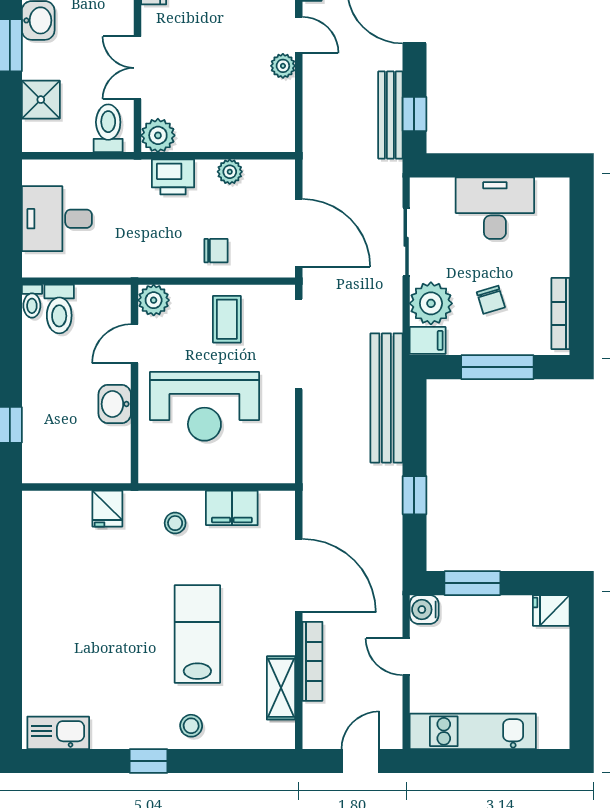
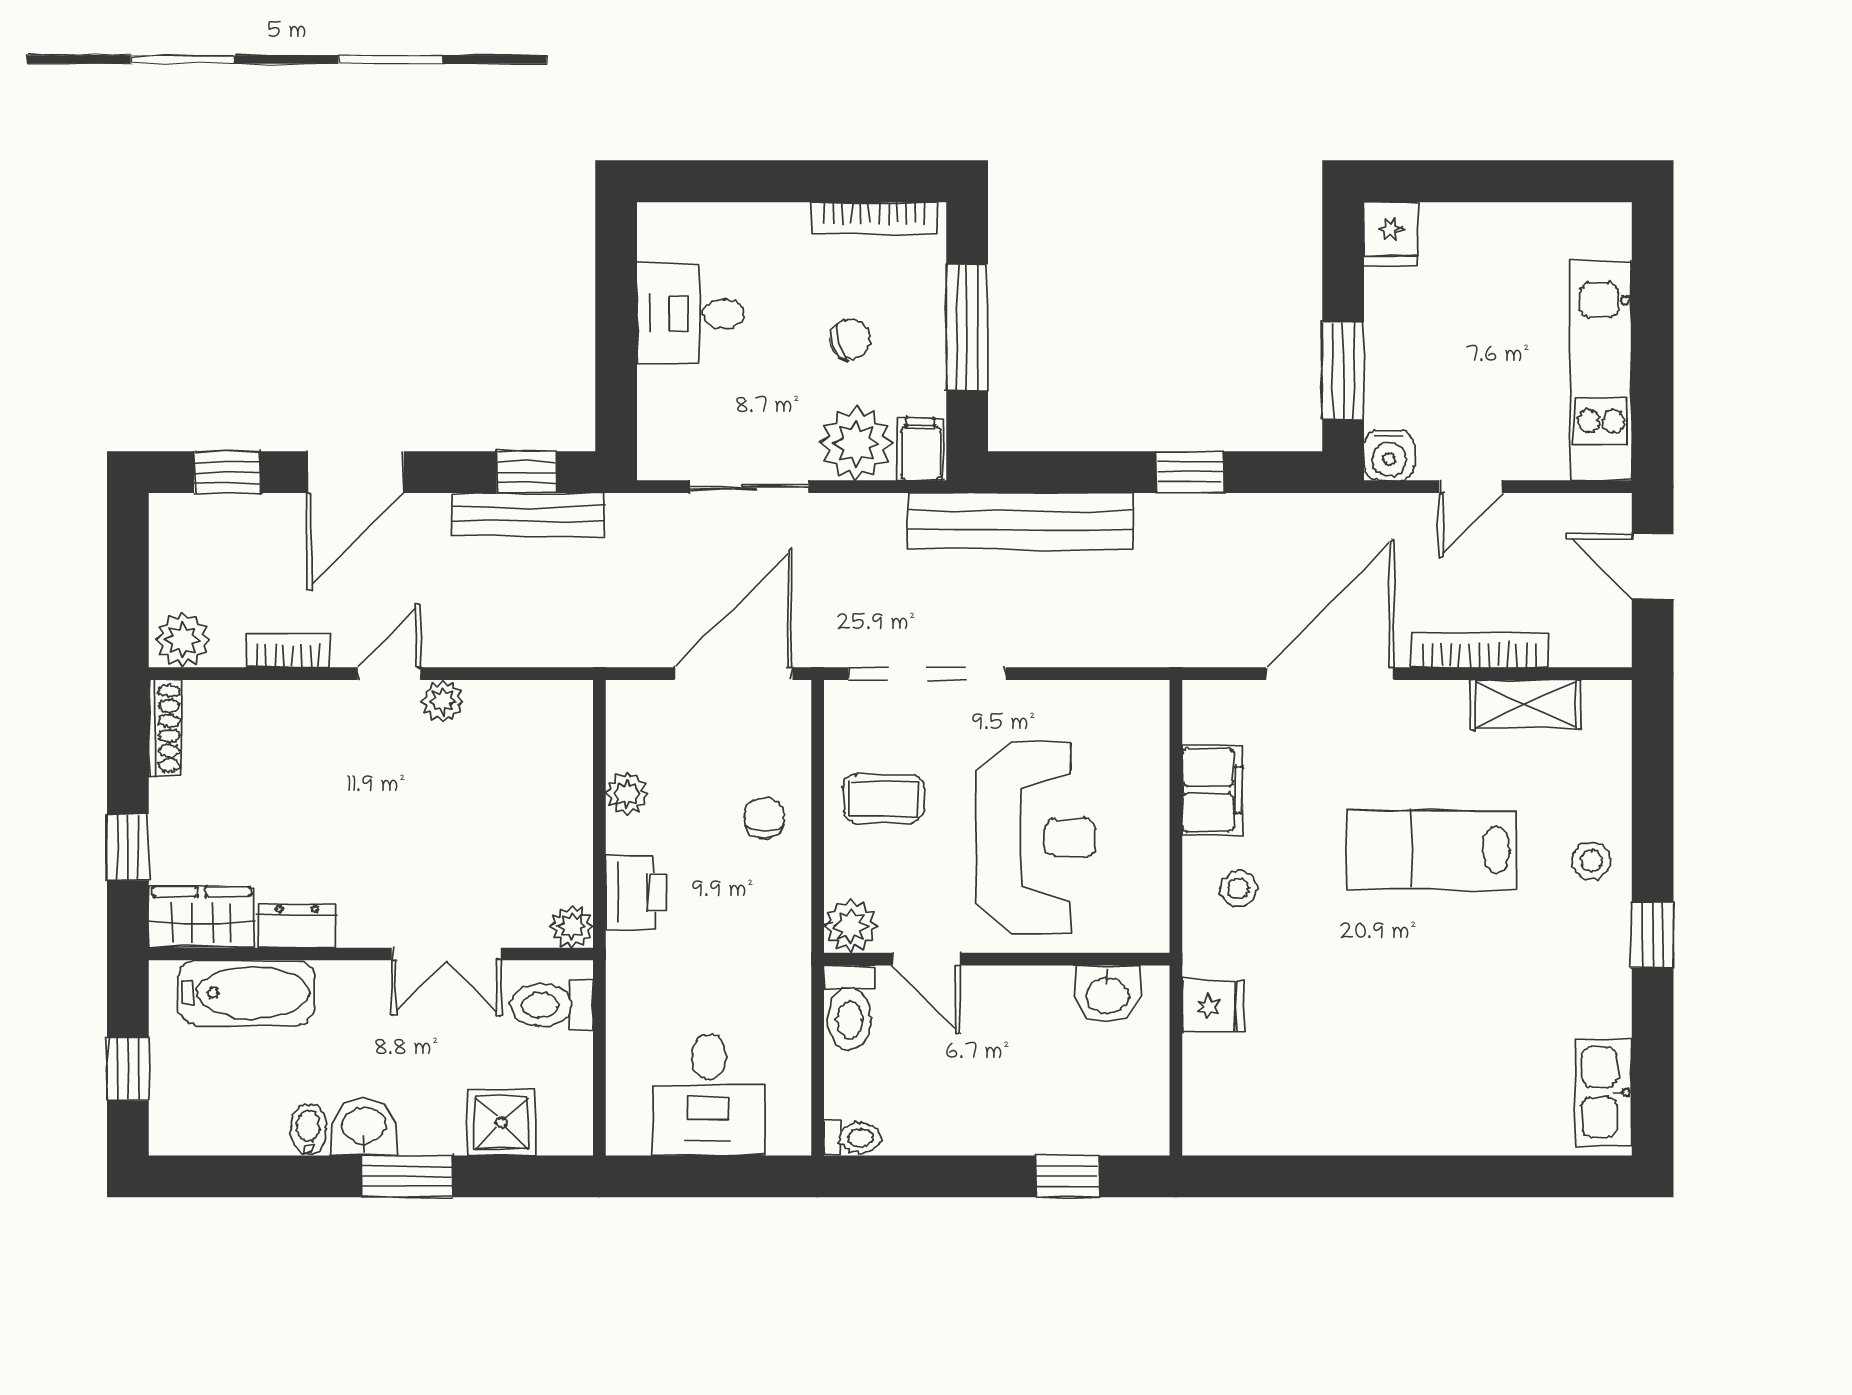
plant: (158, 135) -> (572, 926), width x0.73, depth x0.73
desk: (495, 208) -> (690, 314), width x0.73
toilet: (59, 309) -> (850, 1008), moved, turned 90
washbasin: (115, 404) -> (1107, 994), moved

